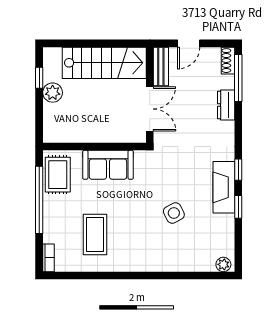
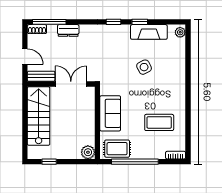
plant: (53, 93) -> (88, 152), moved
fireplace: (224, 187) -> (149, 32), moved

